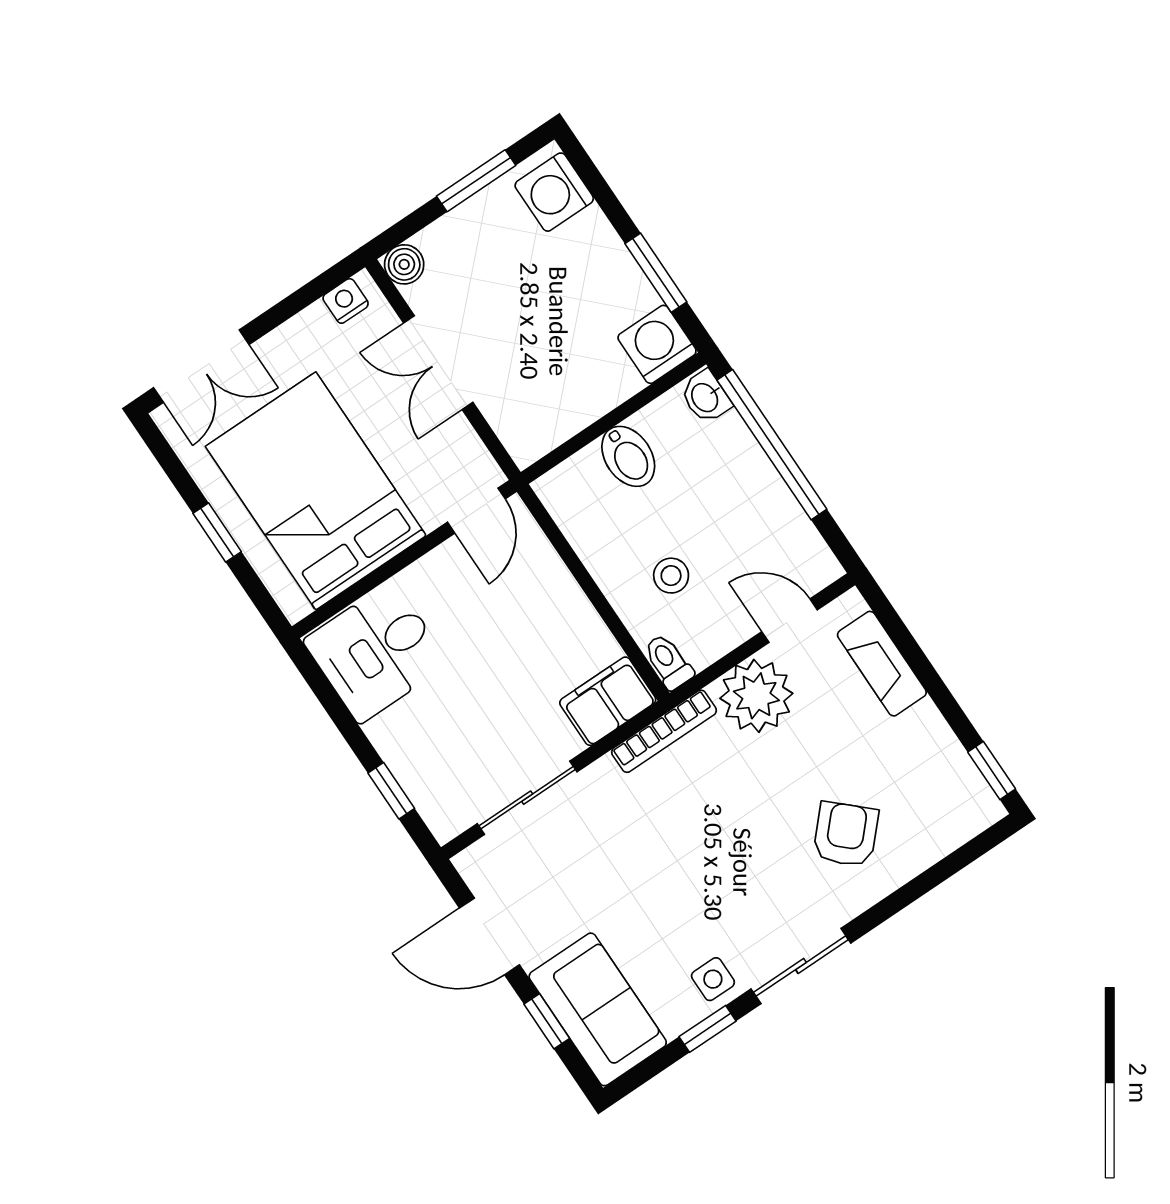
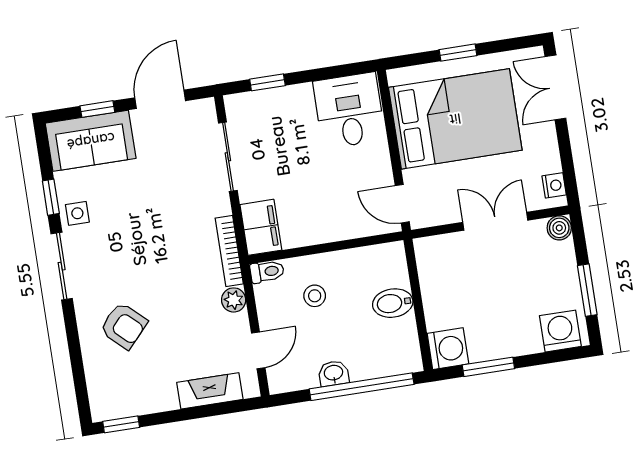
washbasin: (706, 397) -> (334, 373), moved
plant: (756, 696) -> (234, 300), width x0.53, depth x0.53

